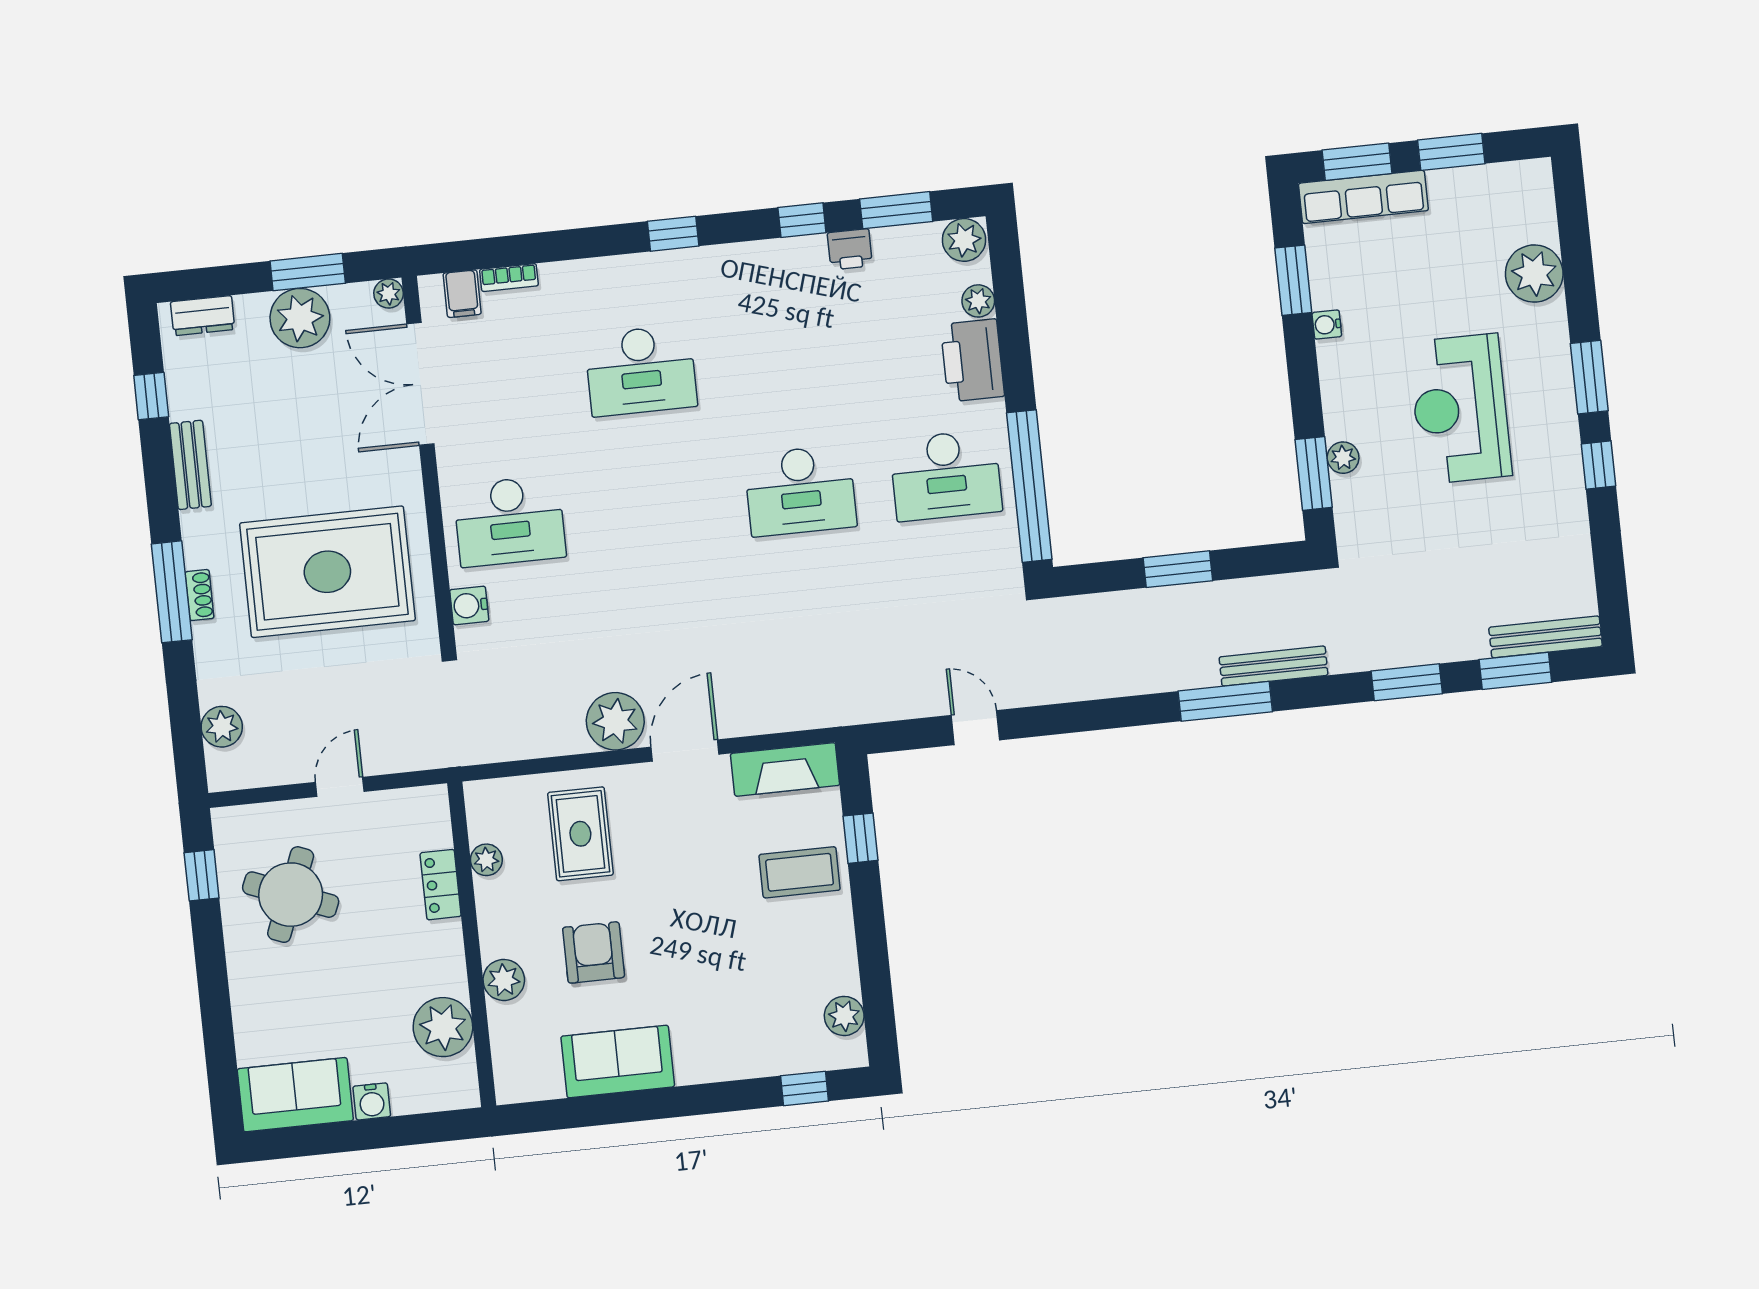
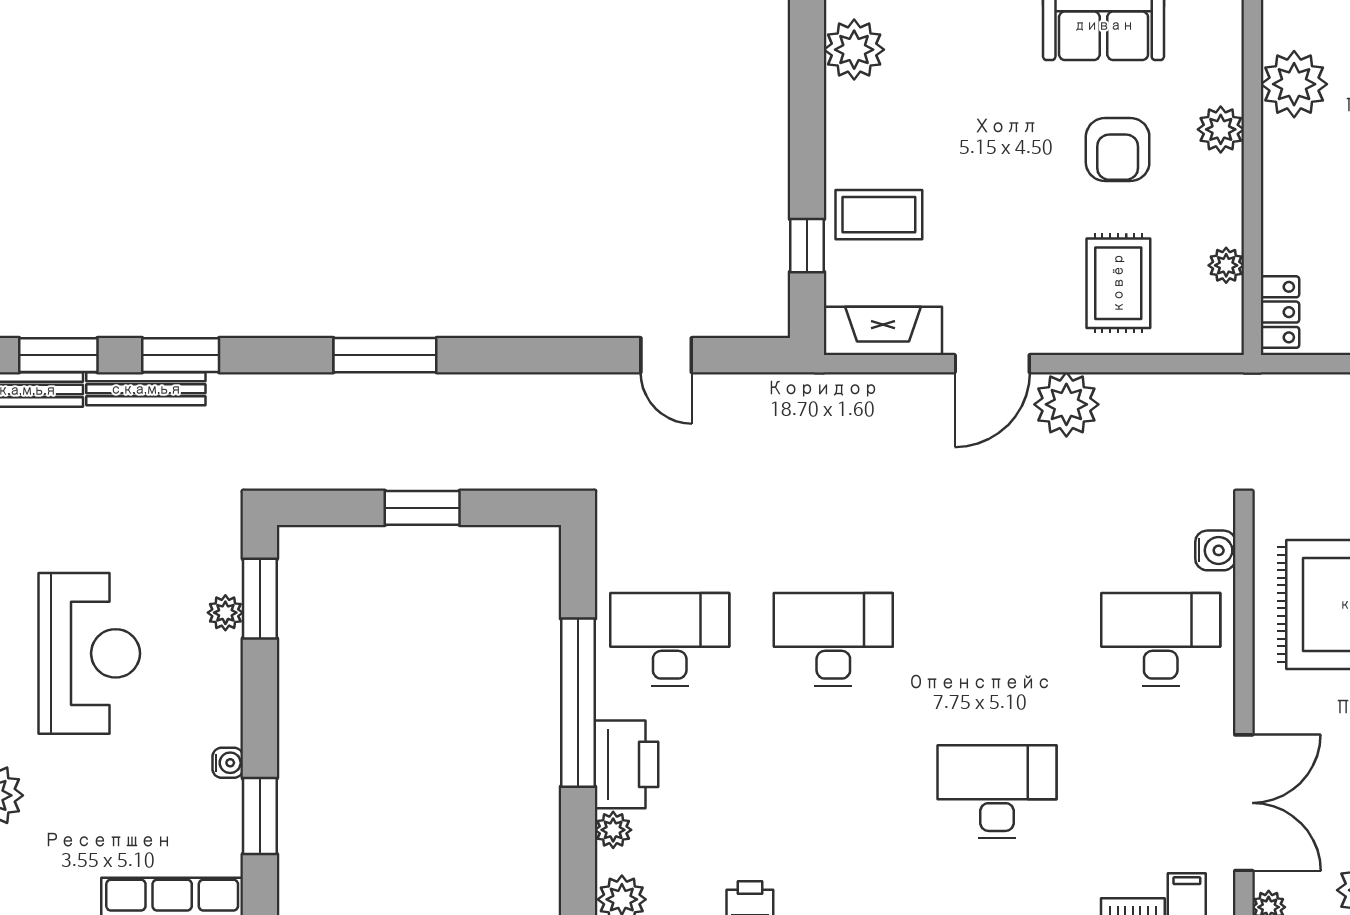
window: (1029, 486) -> (578, 703), moved
bench: (1274, 666) -> (146, 389), moved
locker: (441, 885) -> (1280, 312), moved
plant: (844, 1016) -> (854, 50), width x1.36, depth x1.36

